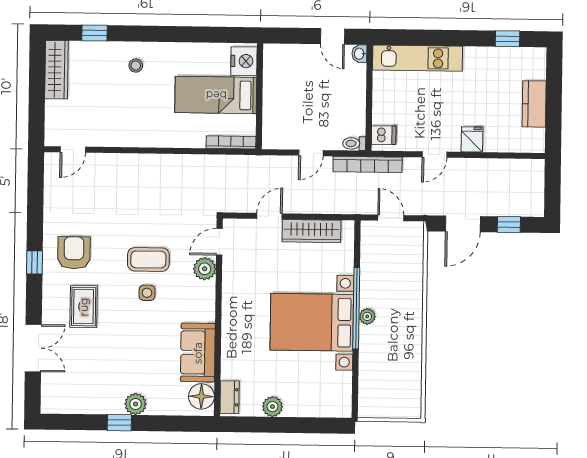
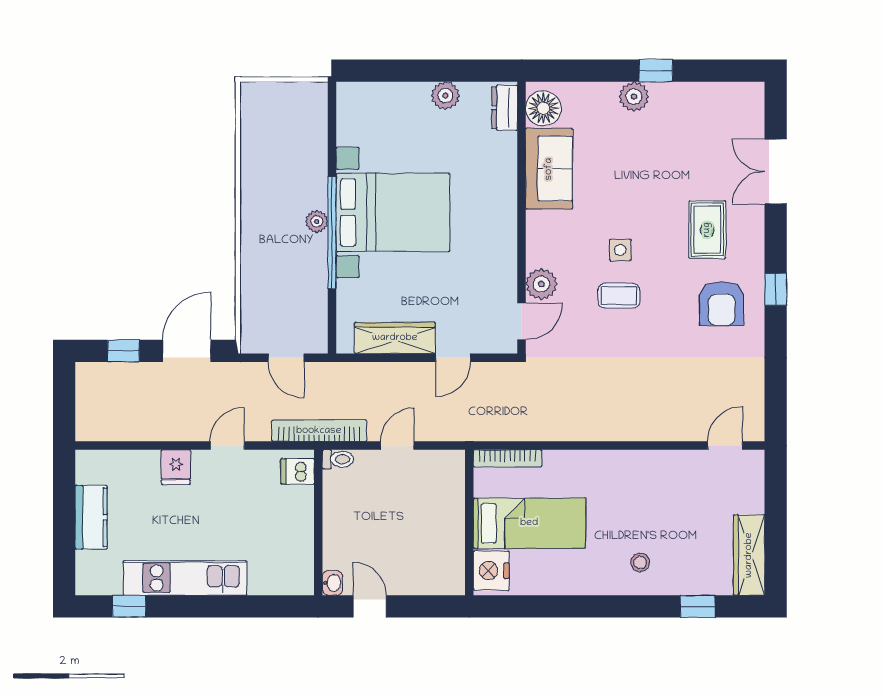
kitchen unit: (417, 58) -> (185, 578), moved
coffee table: (148, 259) -> (619, 296), width x0.73, depth x0.77

